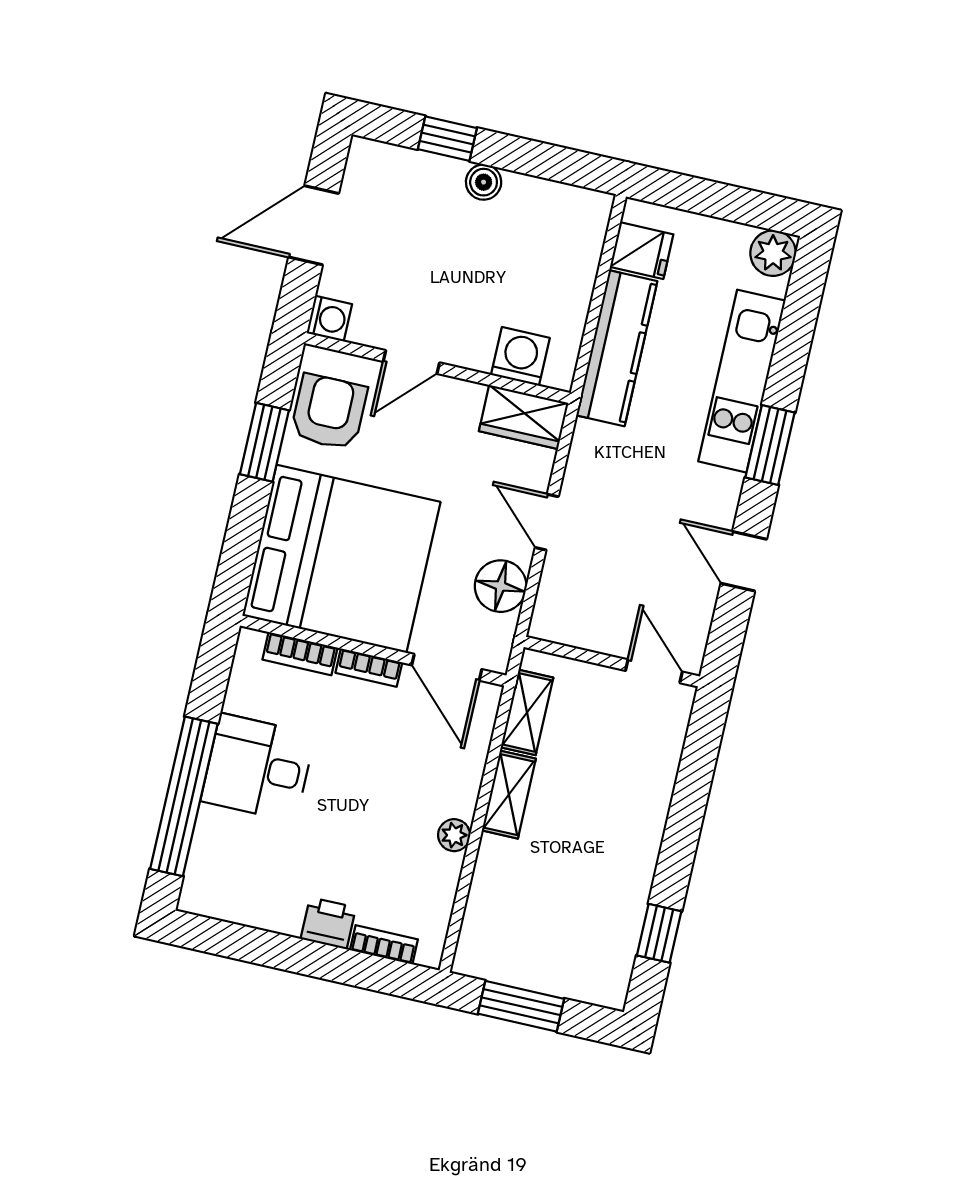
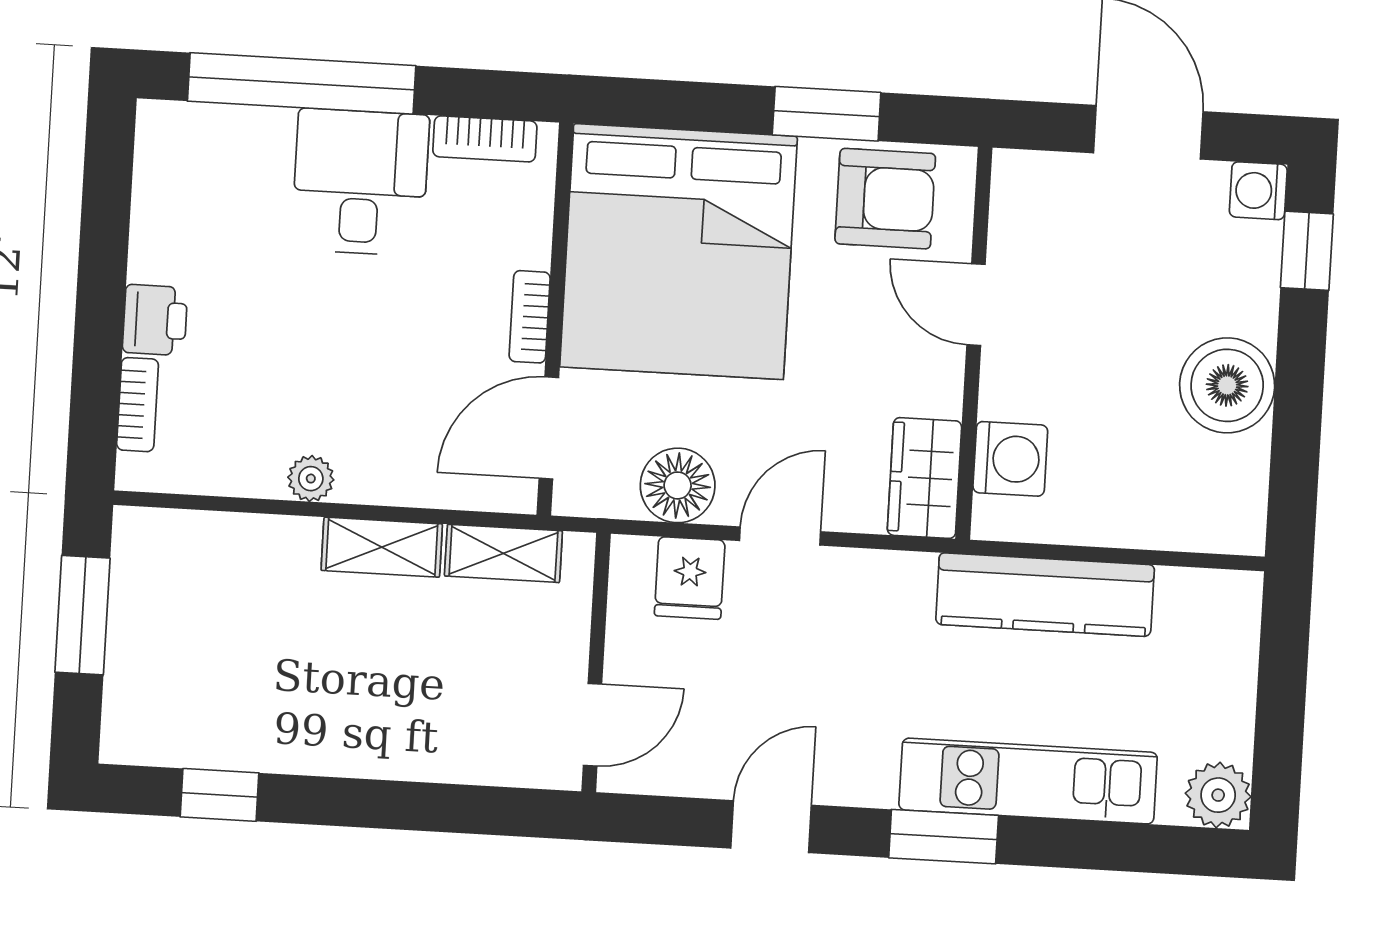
window: (447, 139) -> (1307, 251), moved
boiler: (484, 182) -> (1227, 385), width x1.86, depth x1.86
fridge: (642, 251) -> (690, 578), moved
washing machine: (329, 319) -> (1258, 191), moved, turned 90
bookcase: (300, 654) -> (485, 139), moved, turned -90

